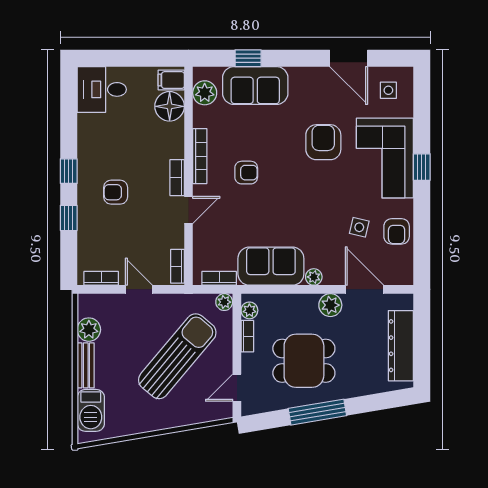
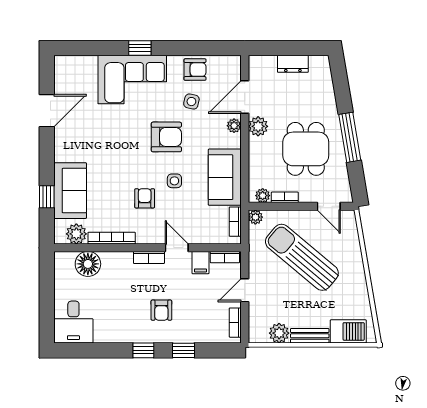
filing cabinet: (171, 80) -> (200, 263), moved
side table: (388, 90) -> (174, 181), moved
armchair: (323, 142) -> (166, 137), moved, turned 180
bookcase: (200, 156) -> (112, 238), moved
plant: (314, 277) -> (234, 126), moved
dresser: (401, 346) -> (293, 64), width x0.51, depth x0.80

